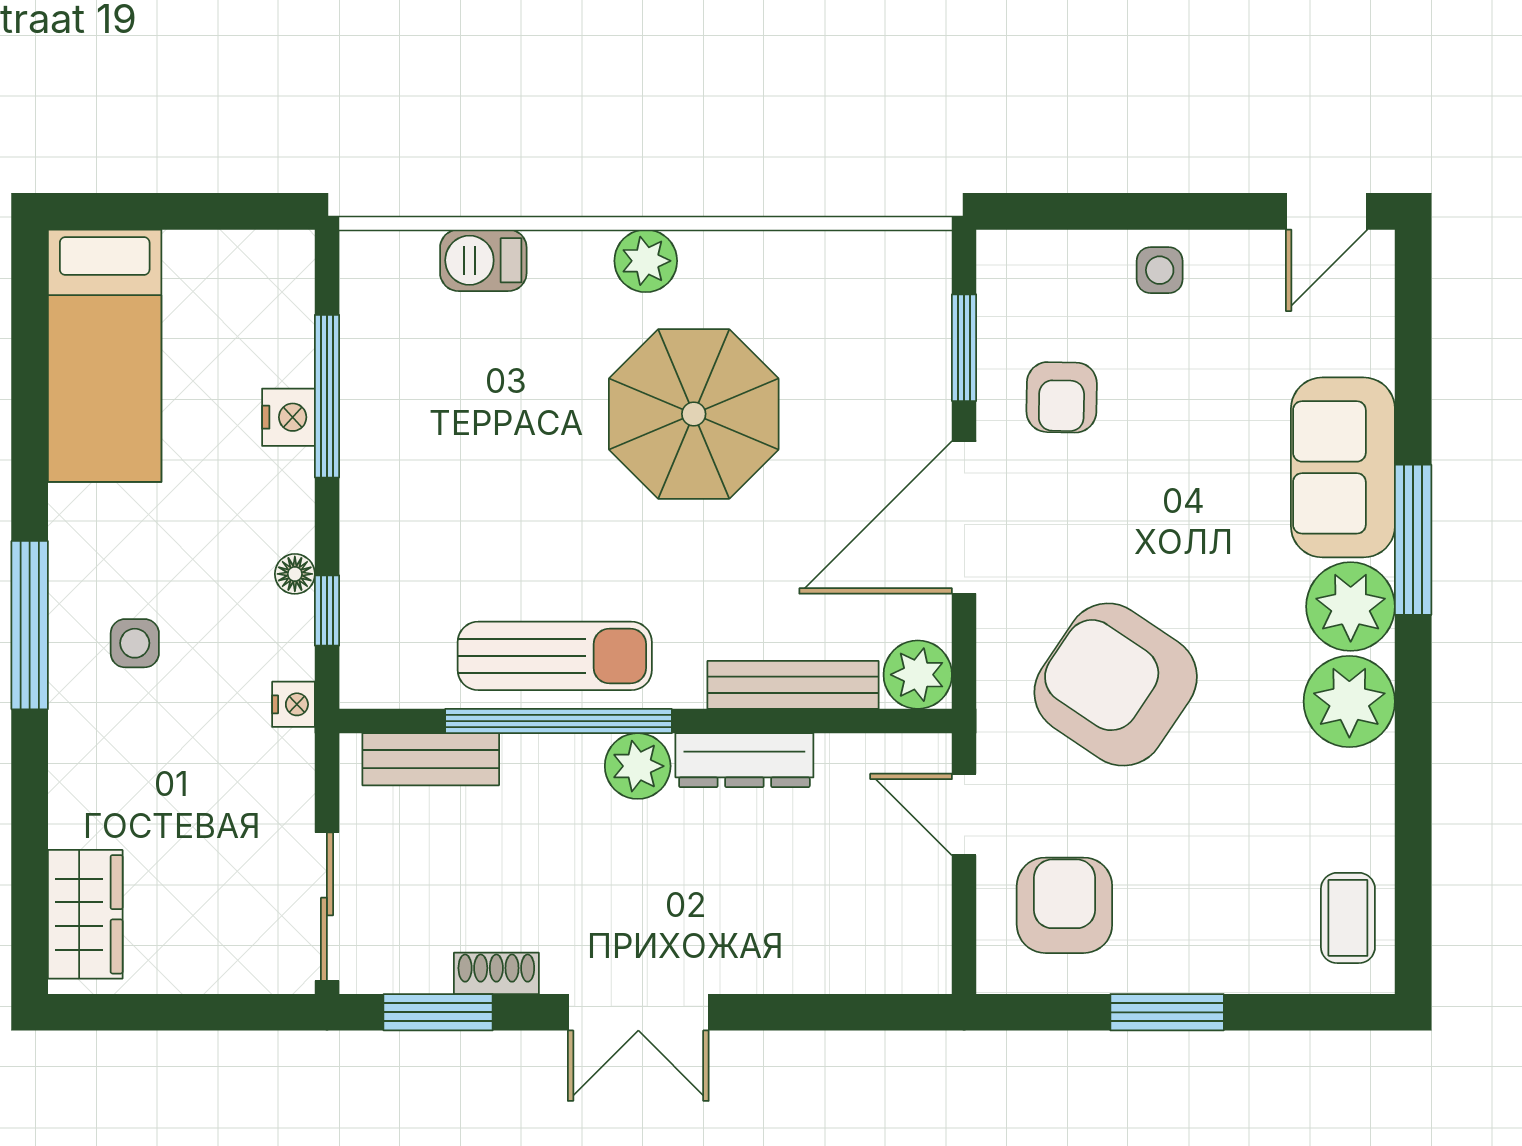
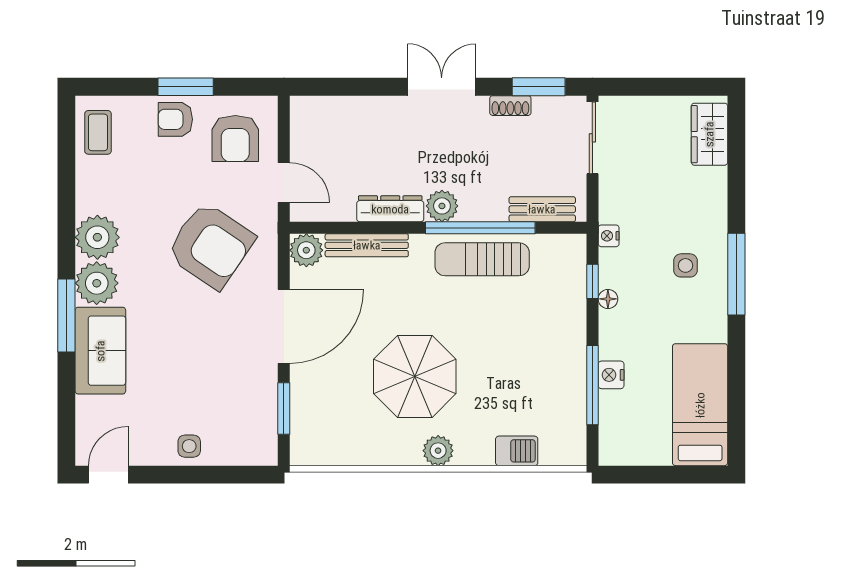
armchair: (1062, 397) -> (175, 119), moved, turned -91

